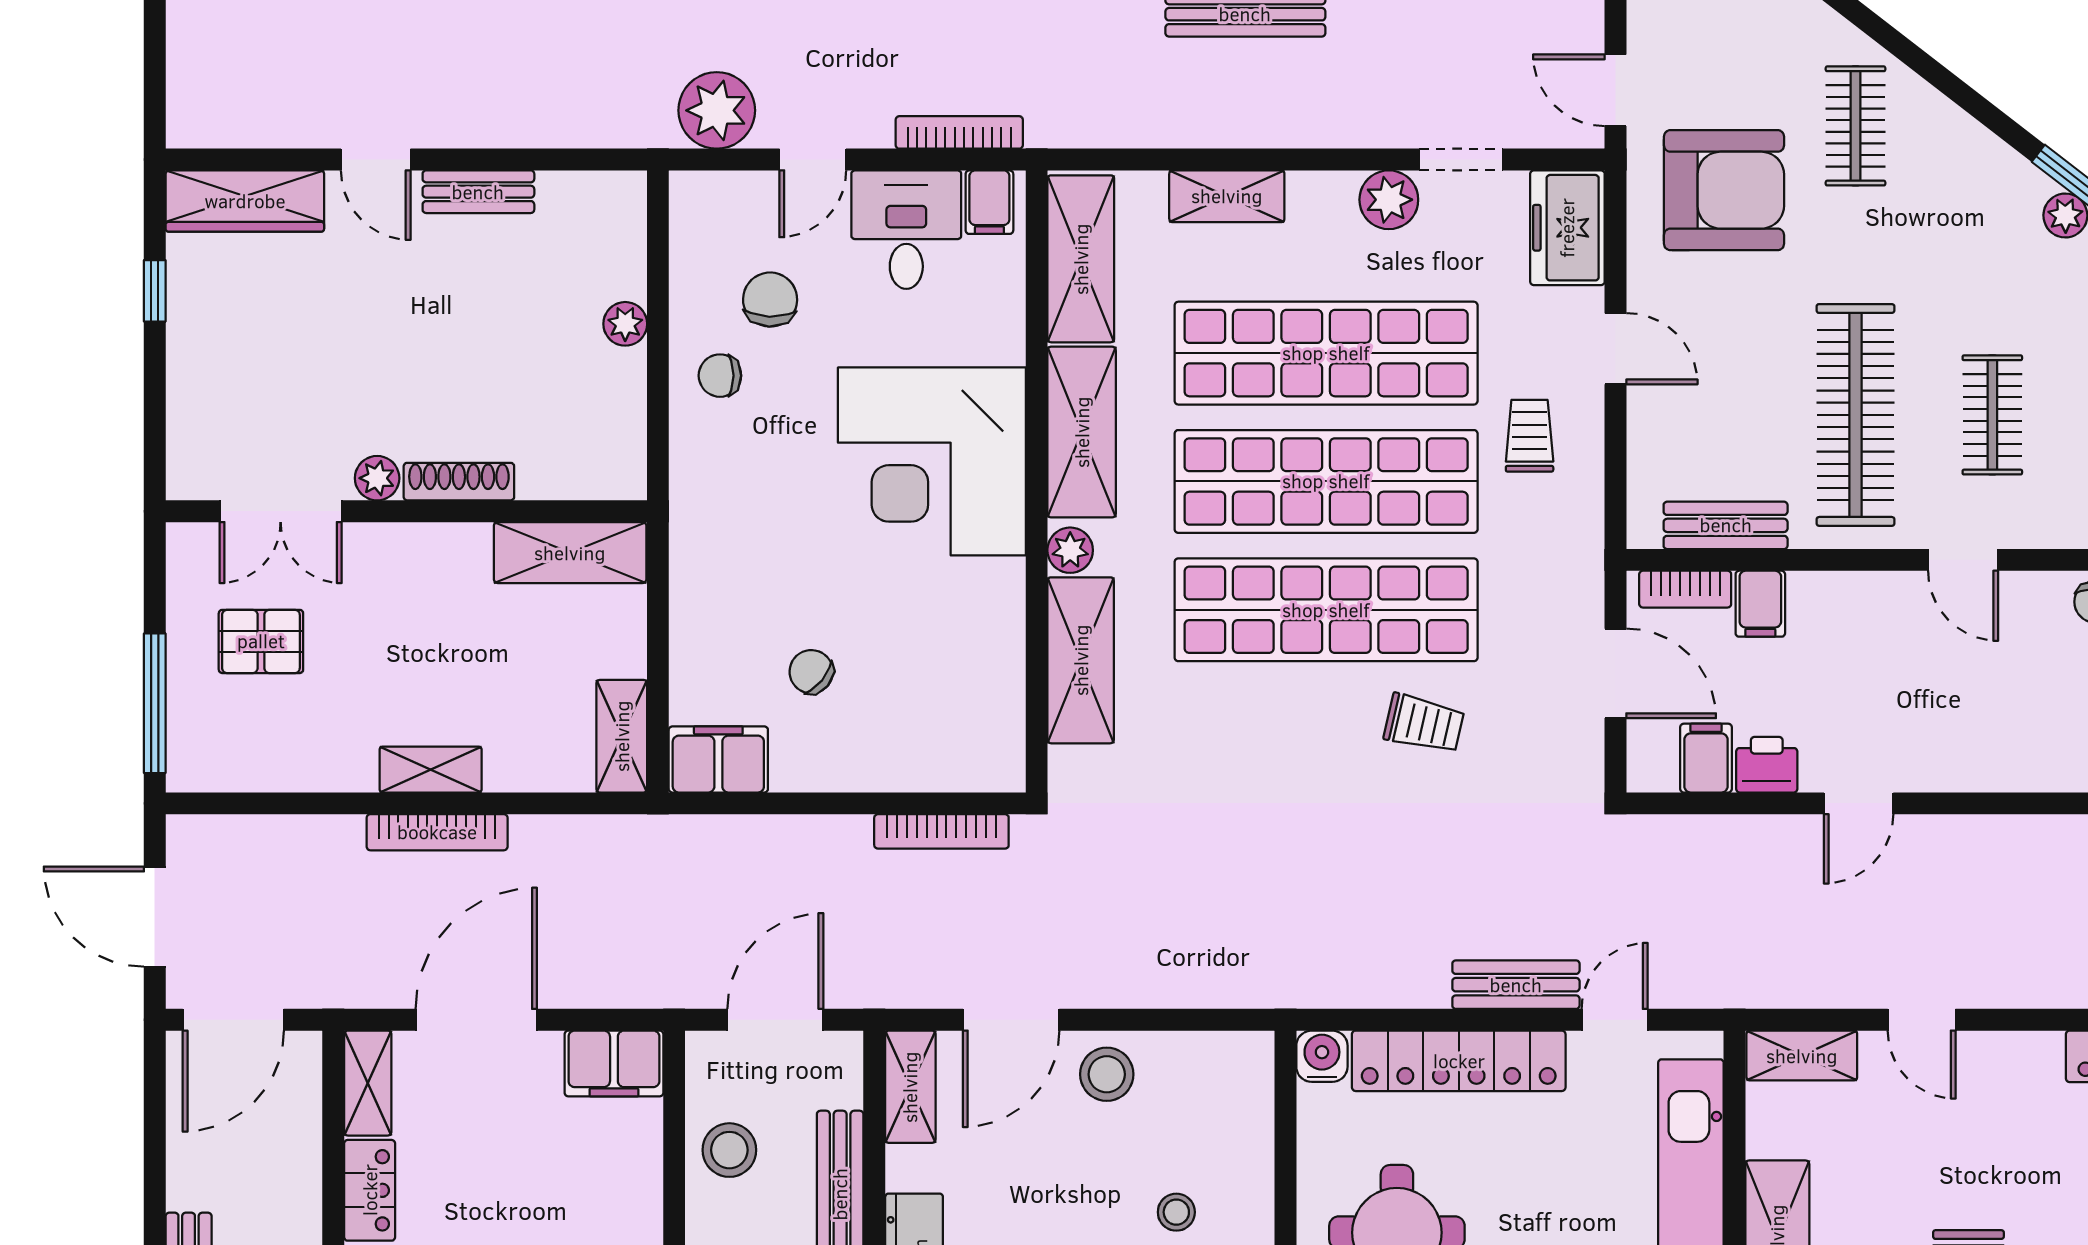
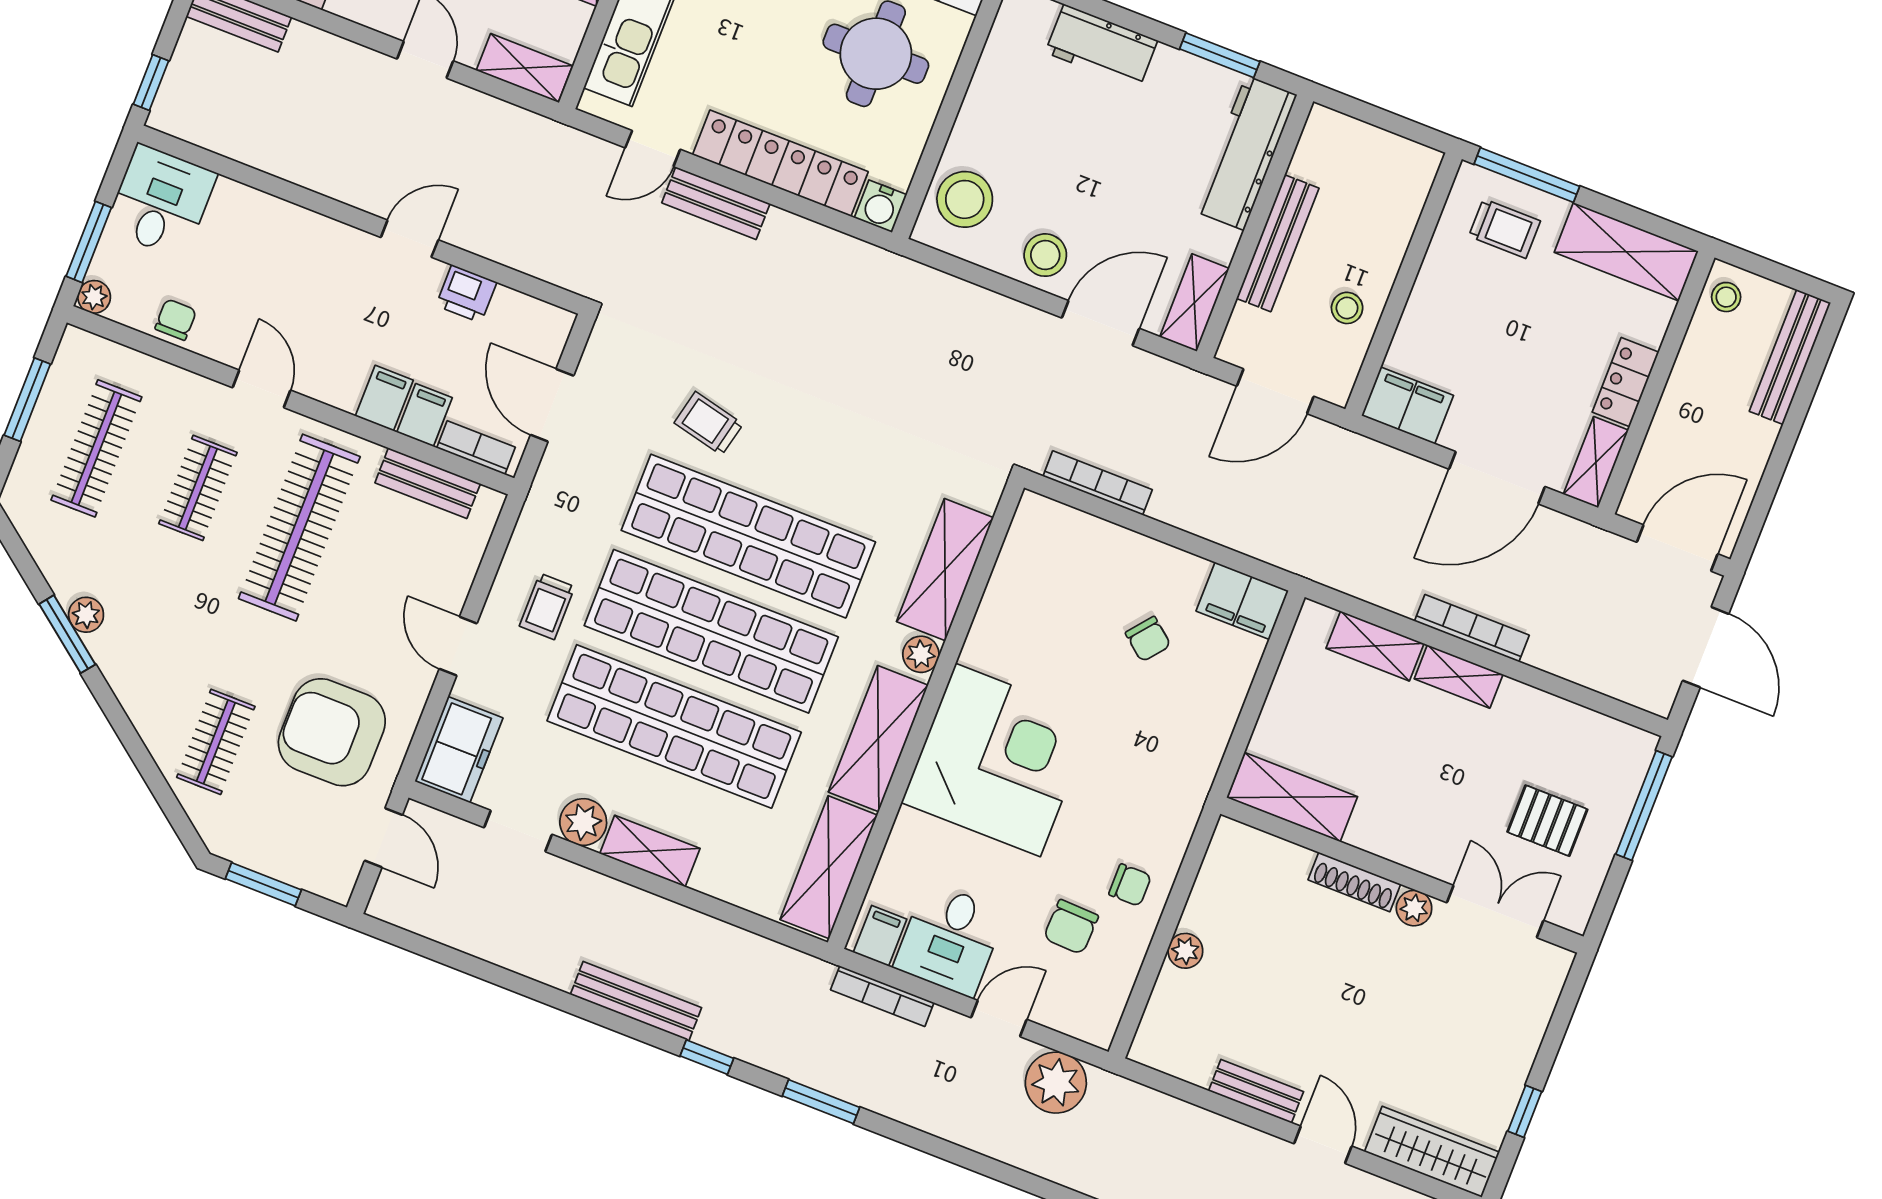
shelving: (1227, 196) -> (650, 851), moved
shelving: (622, 736) -> (1375, 646), moved, turned 90
filing cabinet: (1706, 758) -> (384, 398), moved, turned 180
stool: (729, 1150) -> (1347, 308), width x0.73, depth x0.73
stool: (1176, 1212) -> (965, 199), moved, width x1.89, depth x1.89

